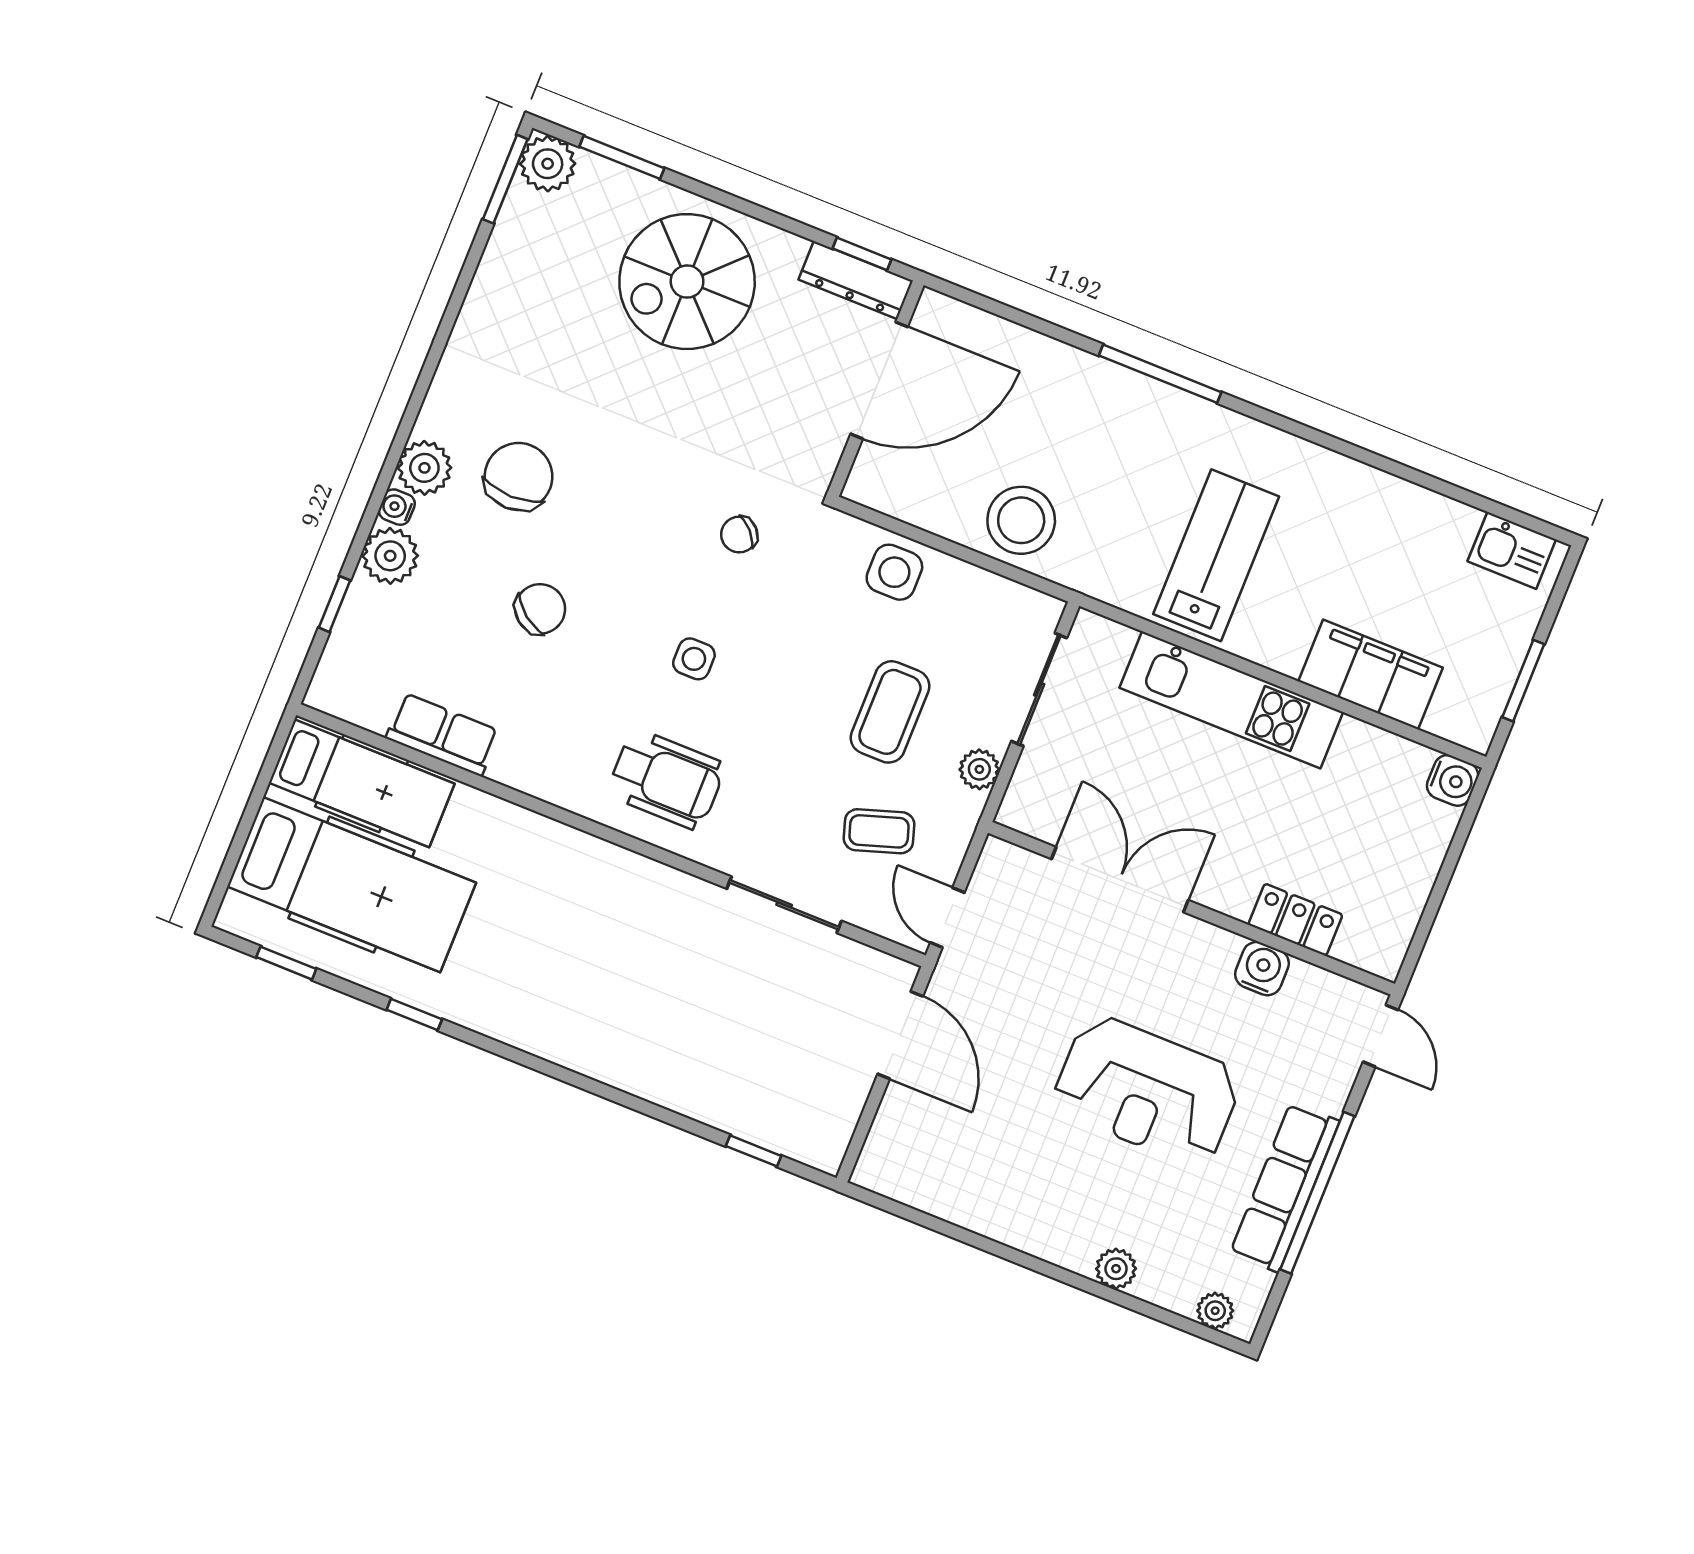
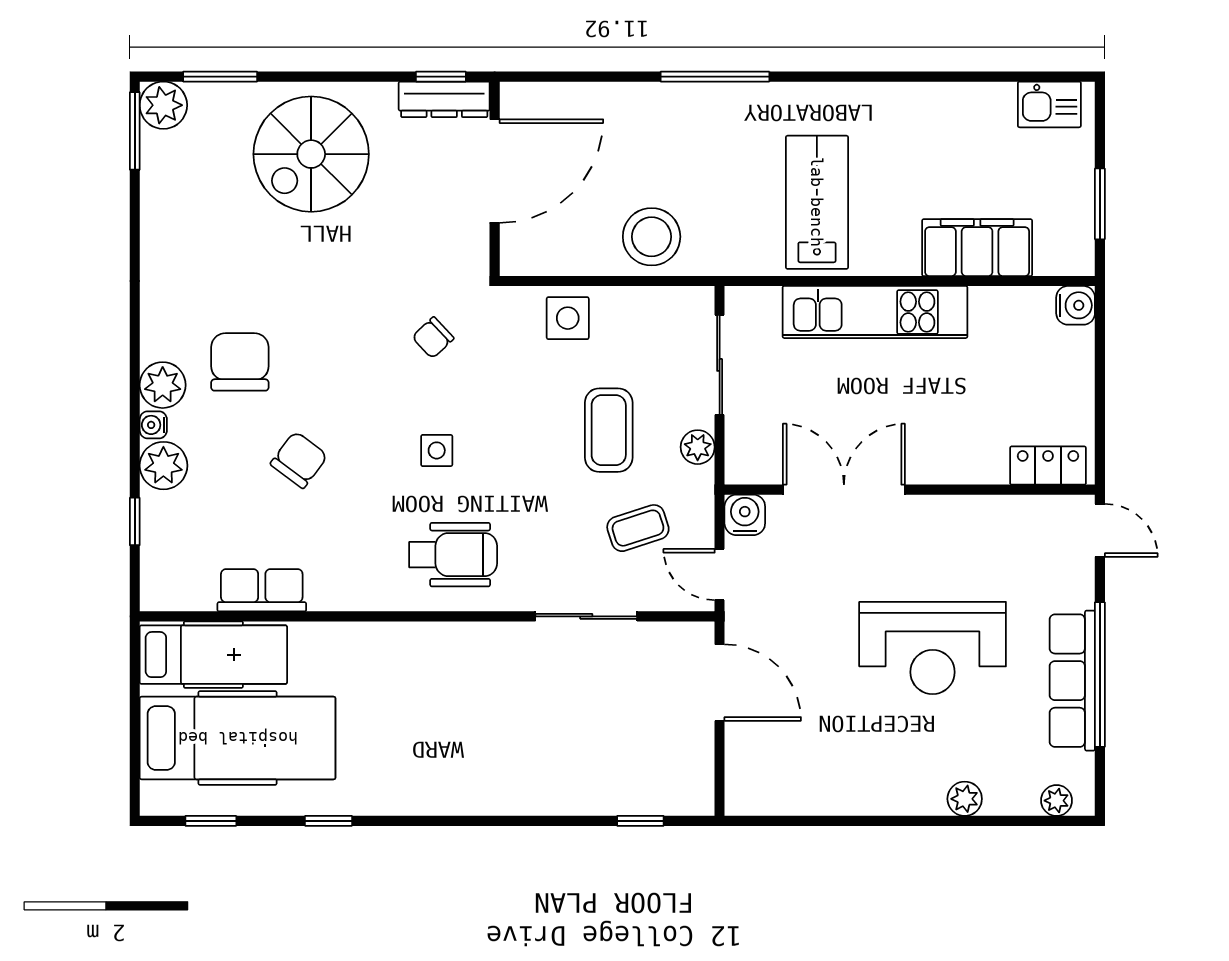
locker: (1295, 920) -> (1048, 466), moved
water cooler: (1262, 969) -> (745, 515), moved

